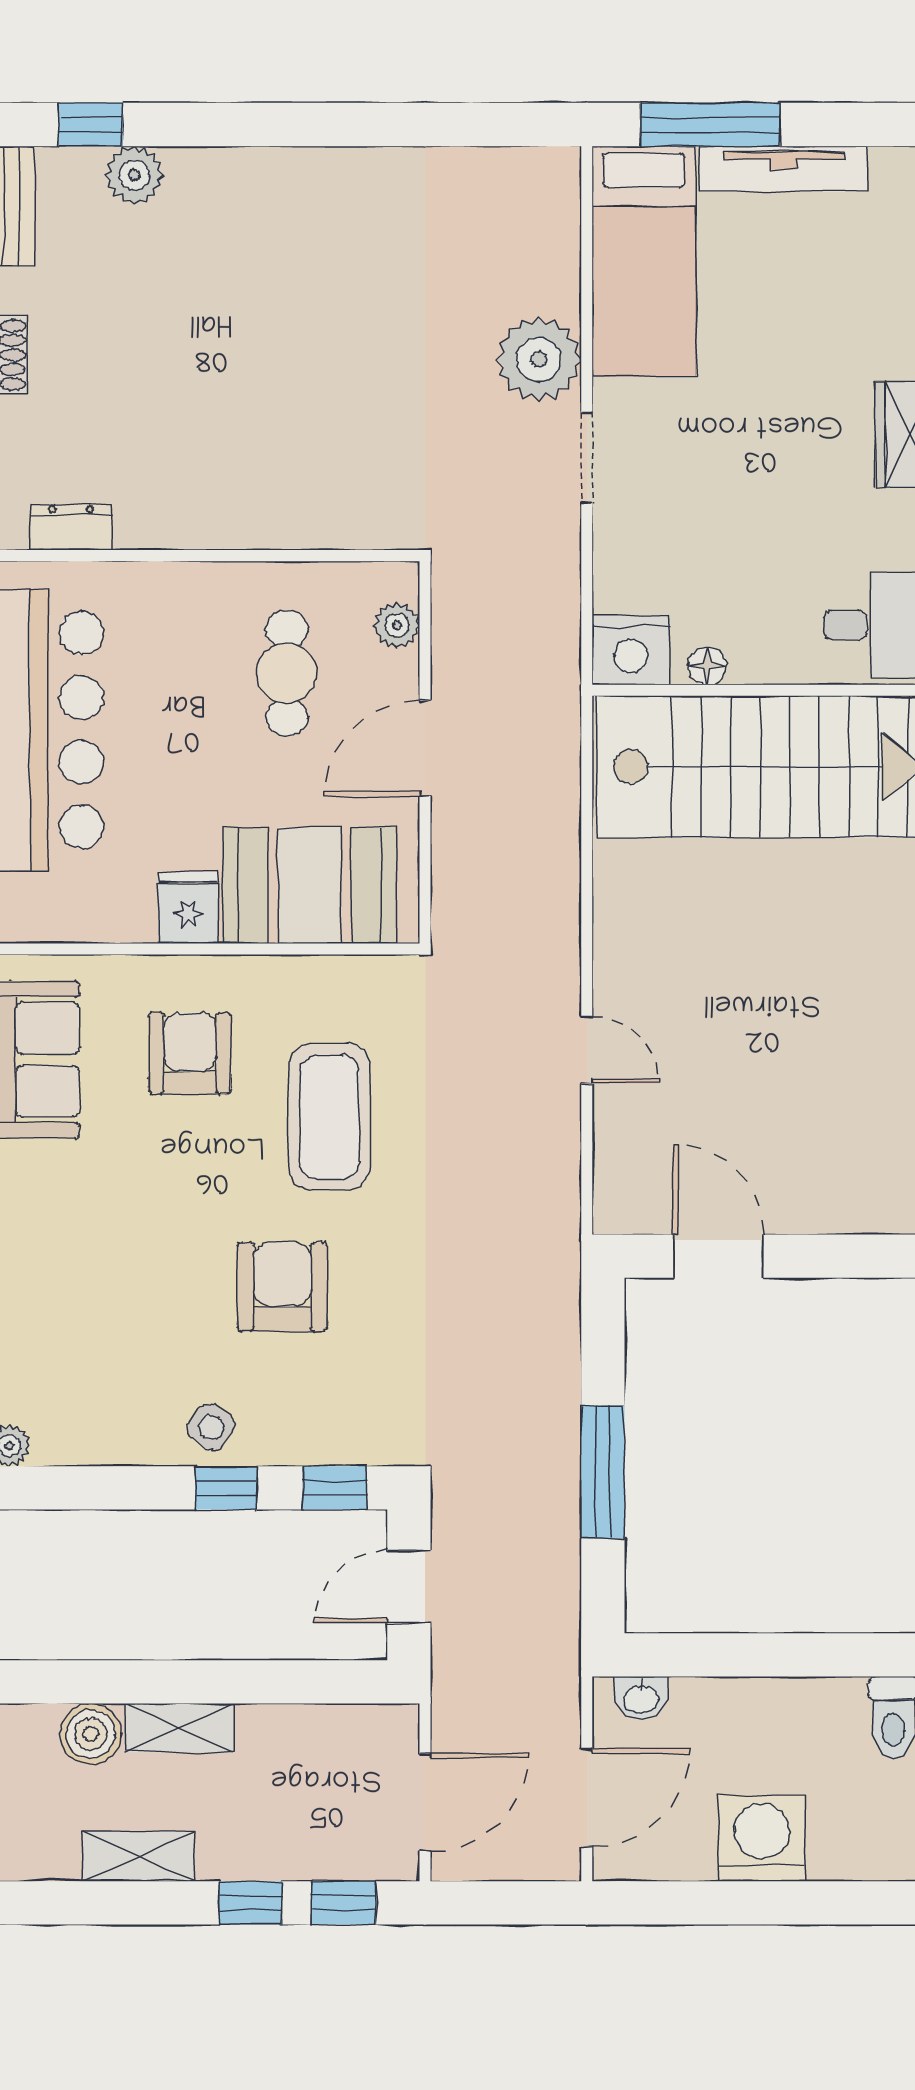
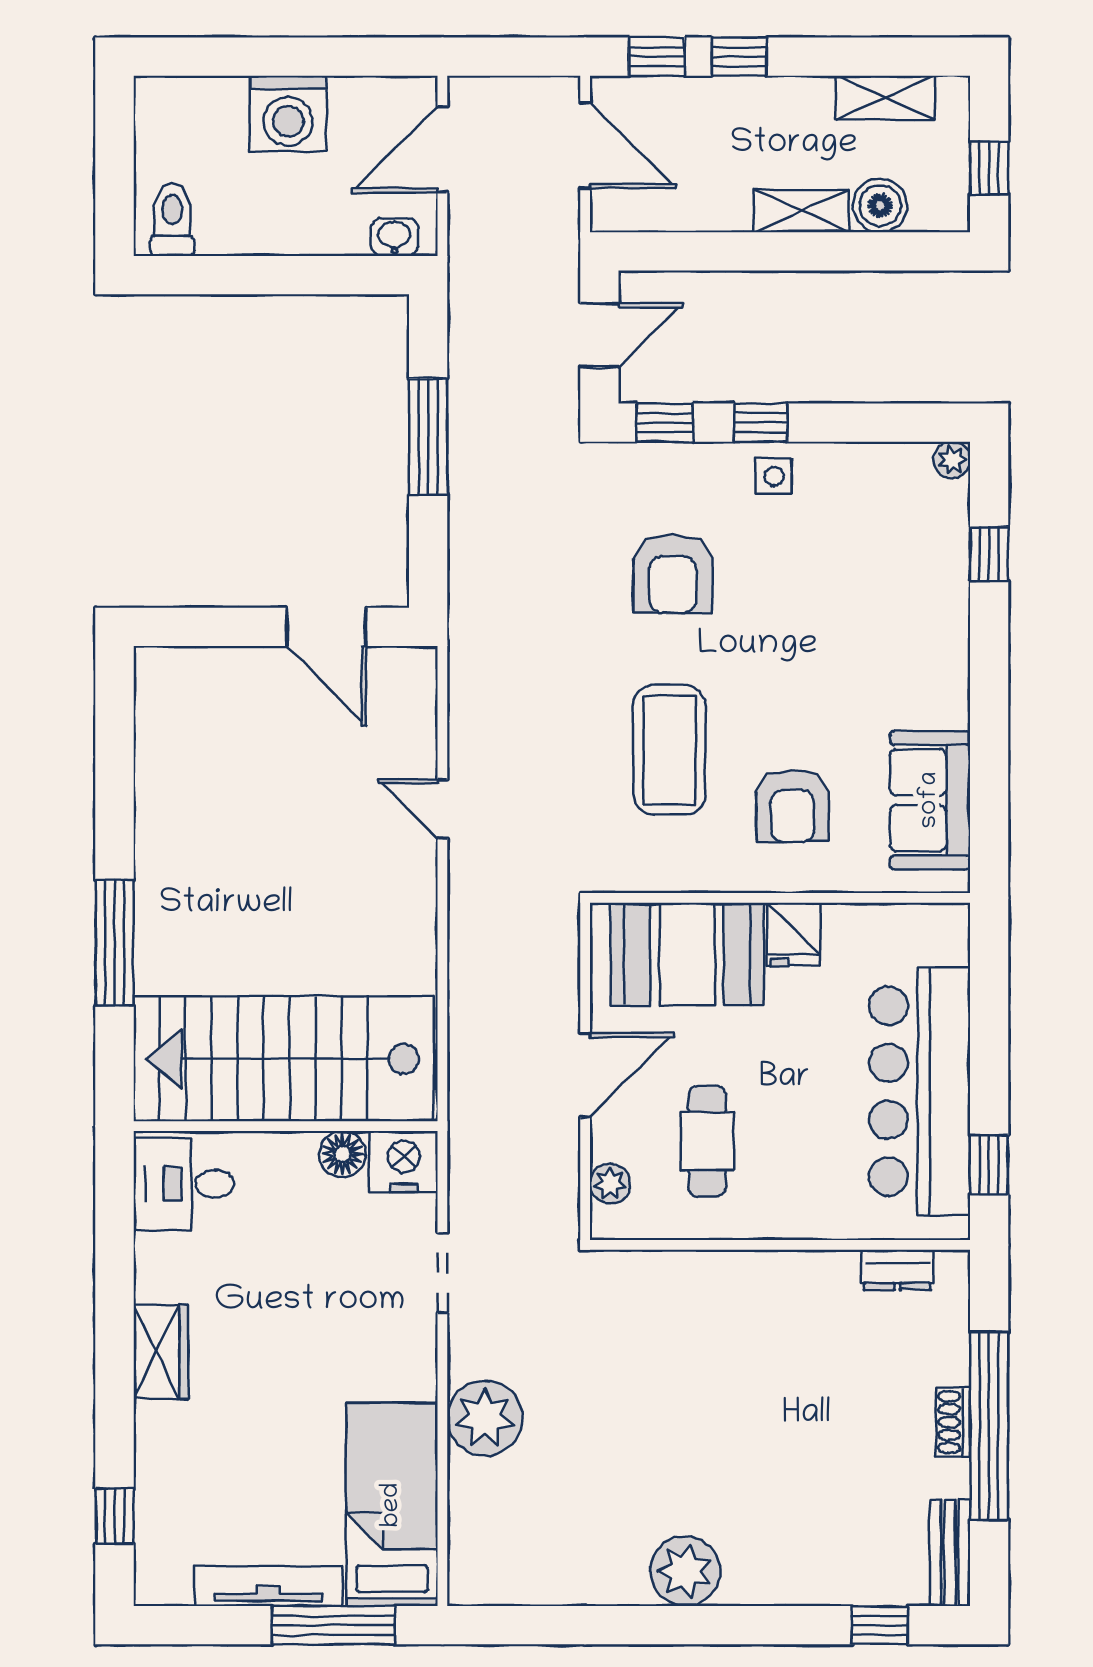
plant: (134, 175) -> (685, 1571), moved, width x1.36, depth x1.36
doorway: (587, 458) -> (442, 1273), moved
floor lamp: (707, 666) -> (342, 1154), width x1.37, depth x1.37
armchair: (282, 1287) -> (673, 574), moved
side table: (211, 1427) -> (774, 476), turned -37
door: (425, 1802) -> (585, 145), swing flipped
shelving: (139, 1856) -> (885, 98), moved

